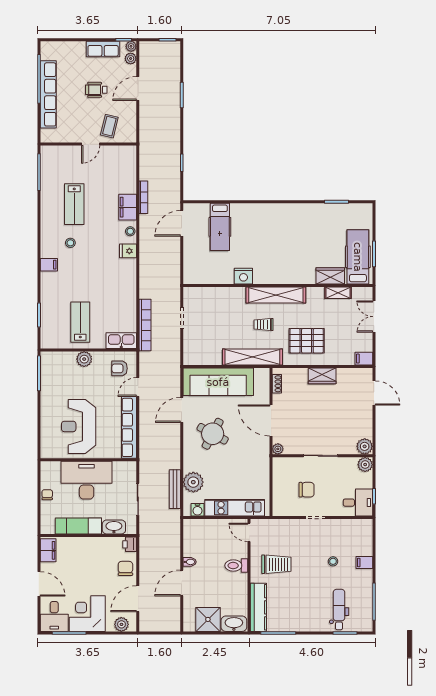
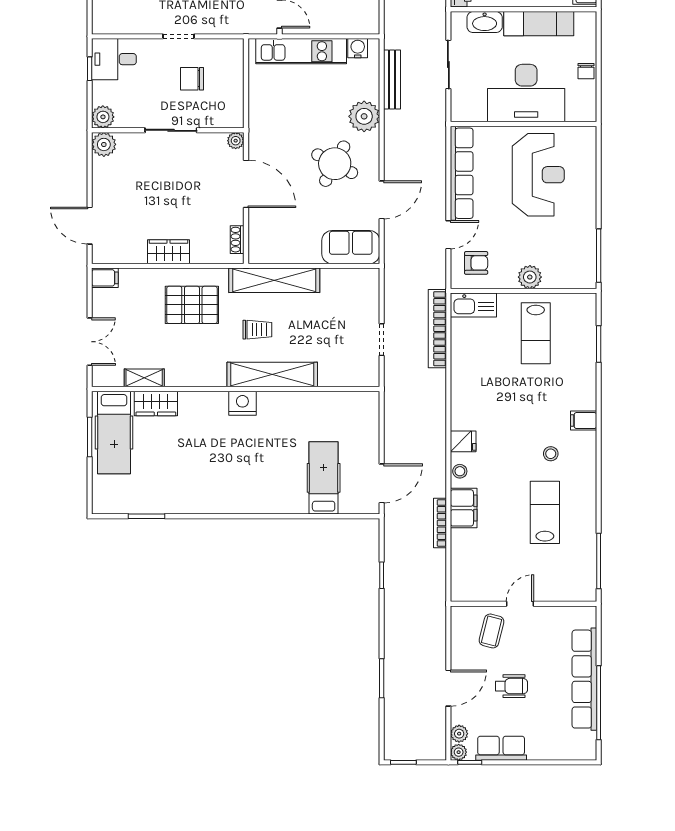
nightstand: (243, 276) -> (242, 403), moved
shelving: (276, 295) -> (272, 375), moved
sofa: (218, 382) -> (351, 247), width x0.54, depth x0.79
plant: (193, 482) -> (364, 116), moved

